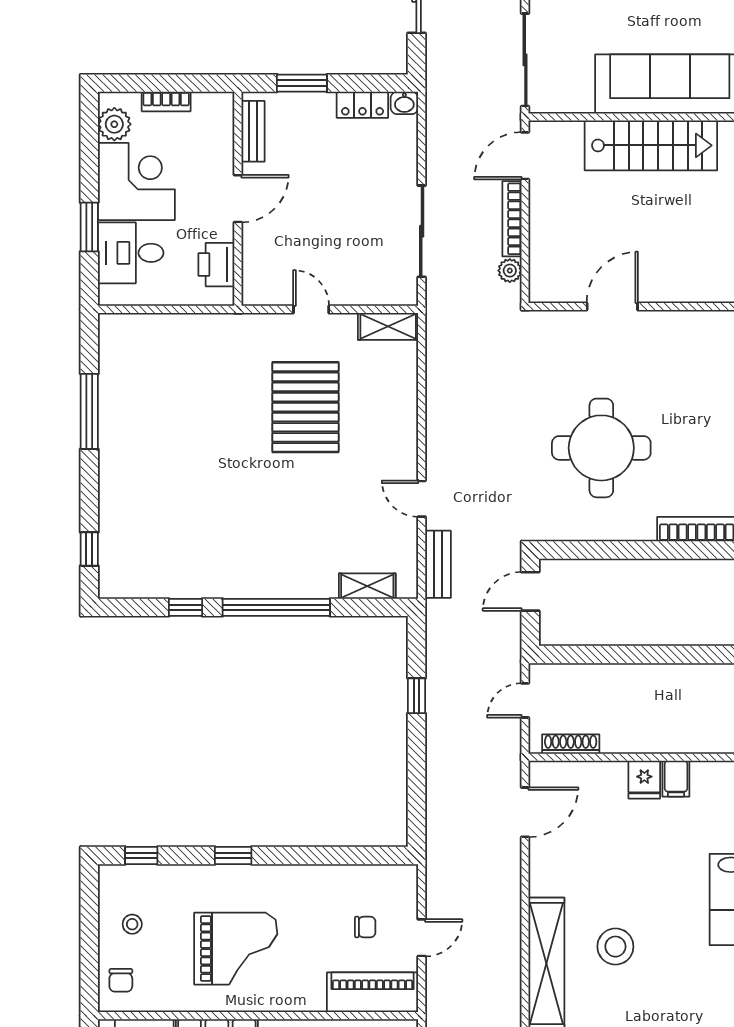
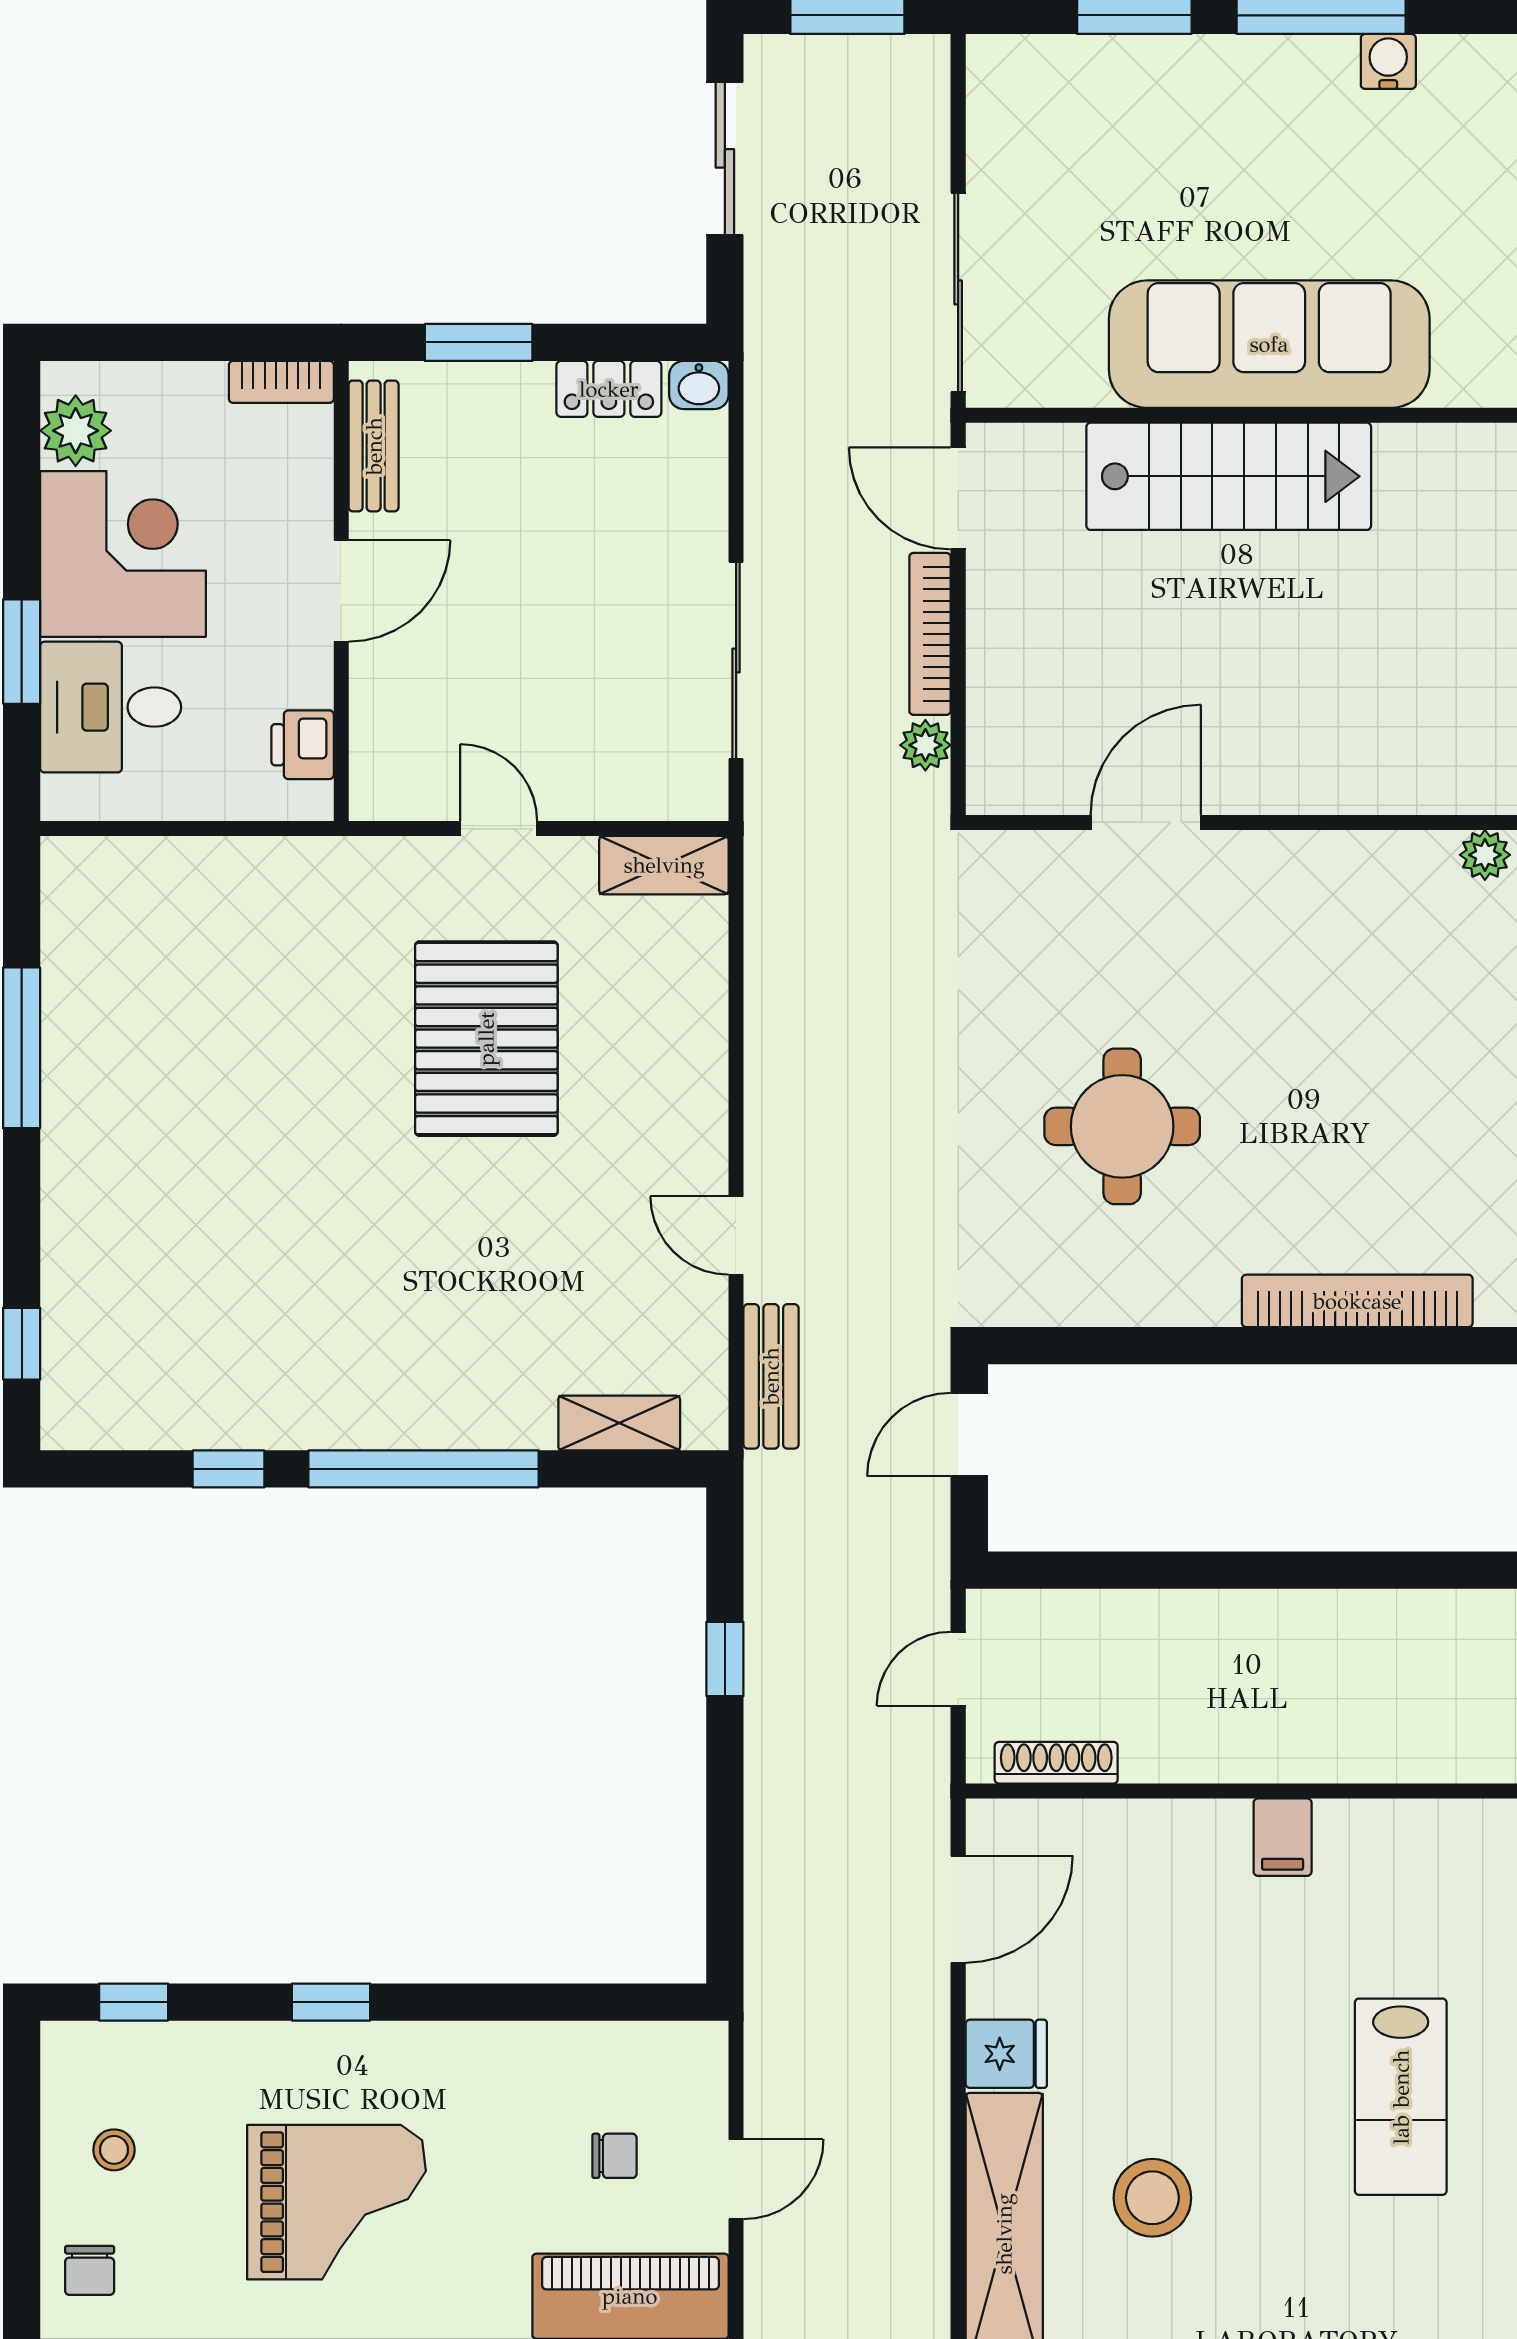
bookcase: (166, 102) -> (281, 382), moved
door: (525, 156) -> (958, 498), hinge flipped
printer: (216, 265) -> (303, 745), width x0.73, depth x0.81
round table: (601, 448) -> (1122, 1126), width x0.73, depth x0.73
fridge: (644, 780) -> (1006, 2054), moved, turned -90

